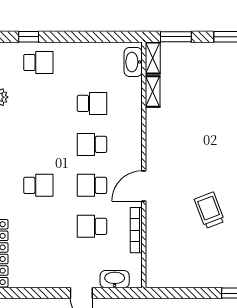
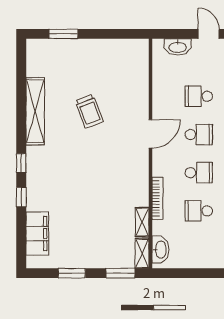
school desk: (92, 226) -> (199, 96), turned 180
bookcase: (136, 230) -> (157, 198), moved

